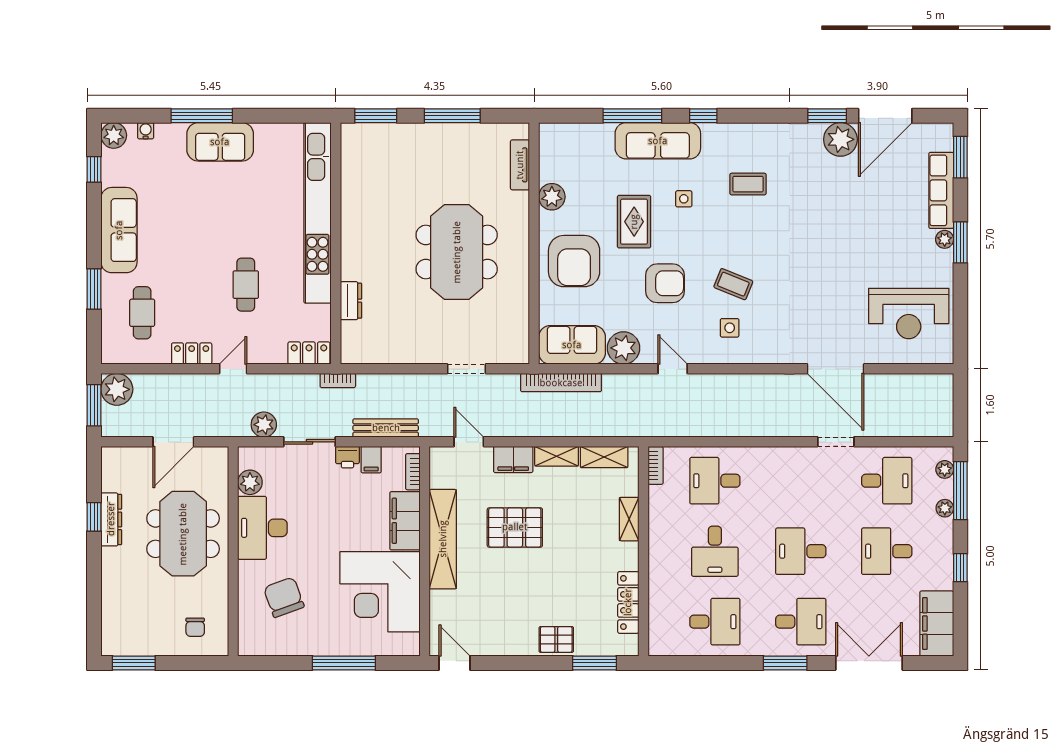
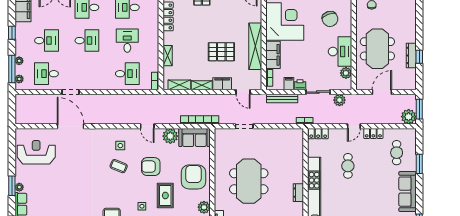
dresser: (351, 301) -> (298, 193), moved

